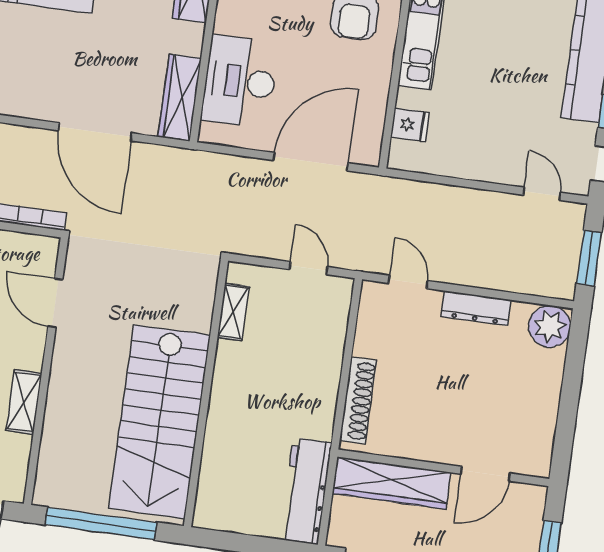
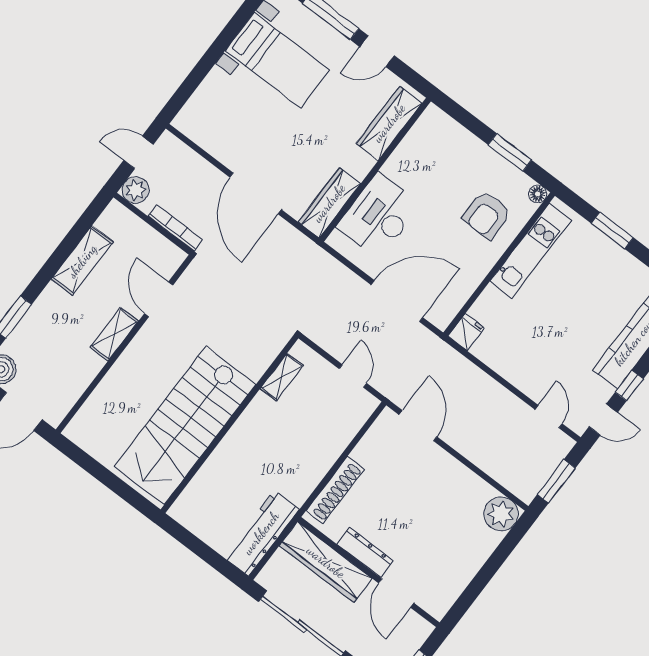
fridge: (410, 125) -> (466, 332), moved, turned -90
door: (408, 282) -> (418, 426), width x1.38
dresser: (476, 308) -> (365, 552), moved, turned 180
shelving: (24, 402) -> (114, 334), moved
door: (485, 474) -> (396, 593), hinge flipped
window: (101, 524) -> (103, 474), removed

